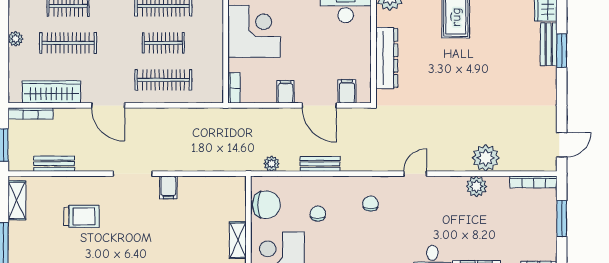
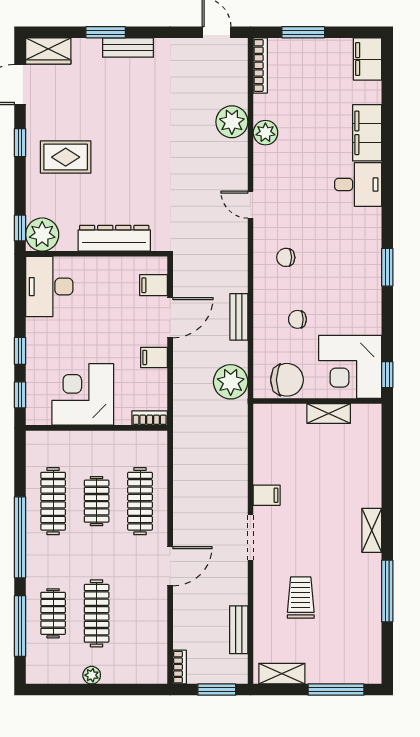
bench: (549, 44) -> (128, 48), moved
wardrobe: (51, 92) -> (154, 633), removed
bookcase: (30, 113) -> (180, 667), width x0.64
plant: (272, 164) -> (231, 382), width x1.88, depth x1.88
chair: (266, 205) -> (287, 380), turned 90

